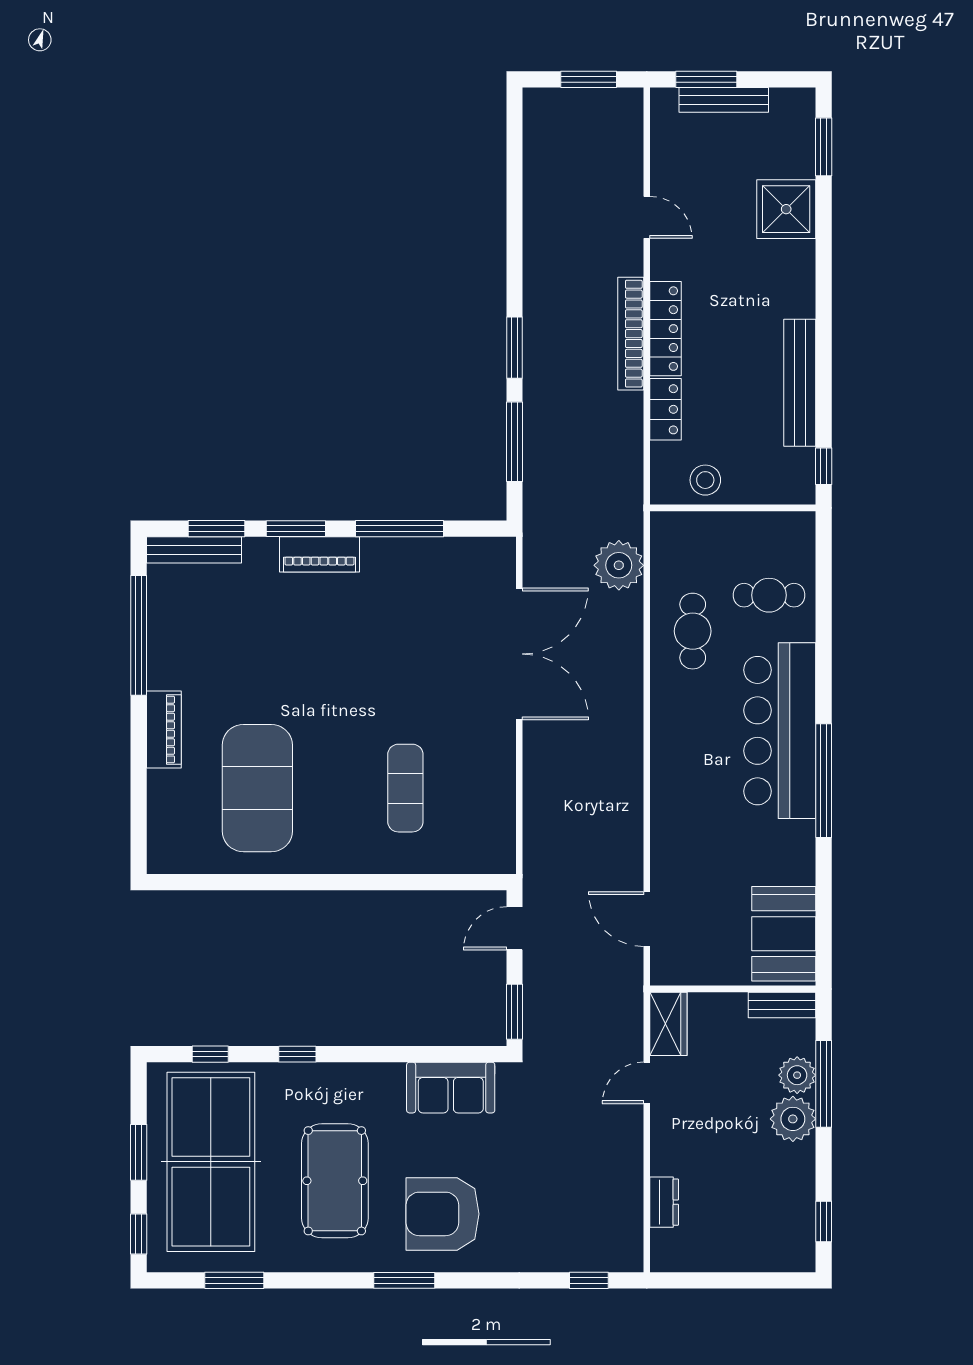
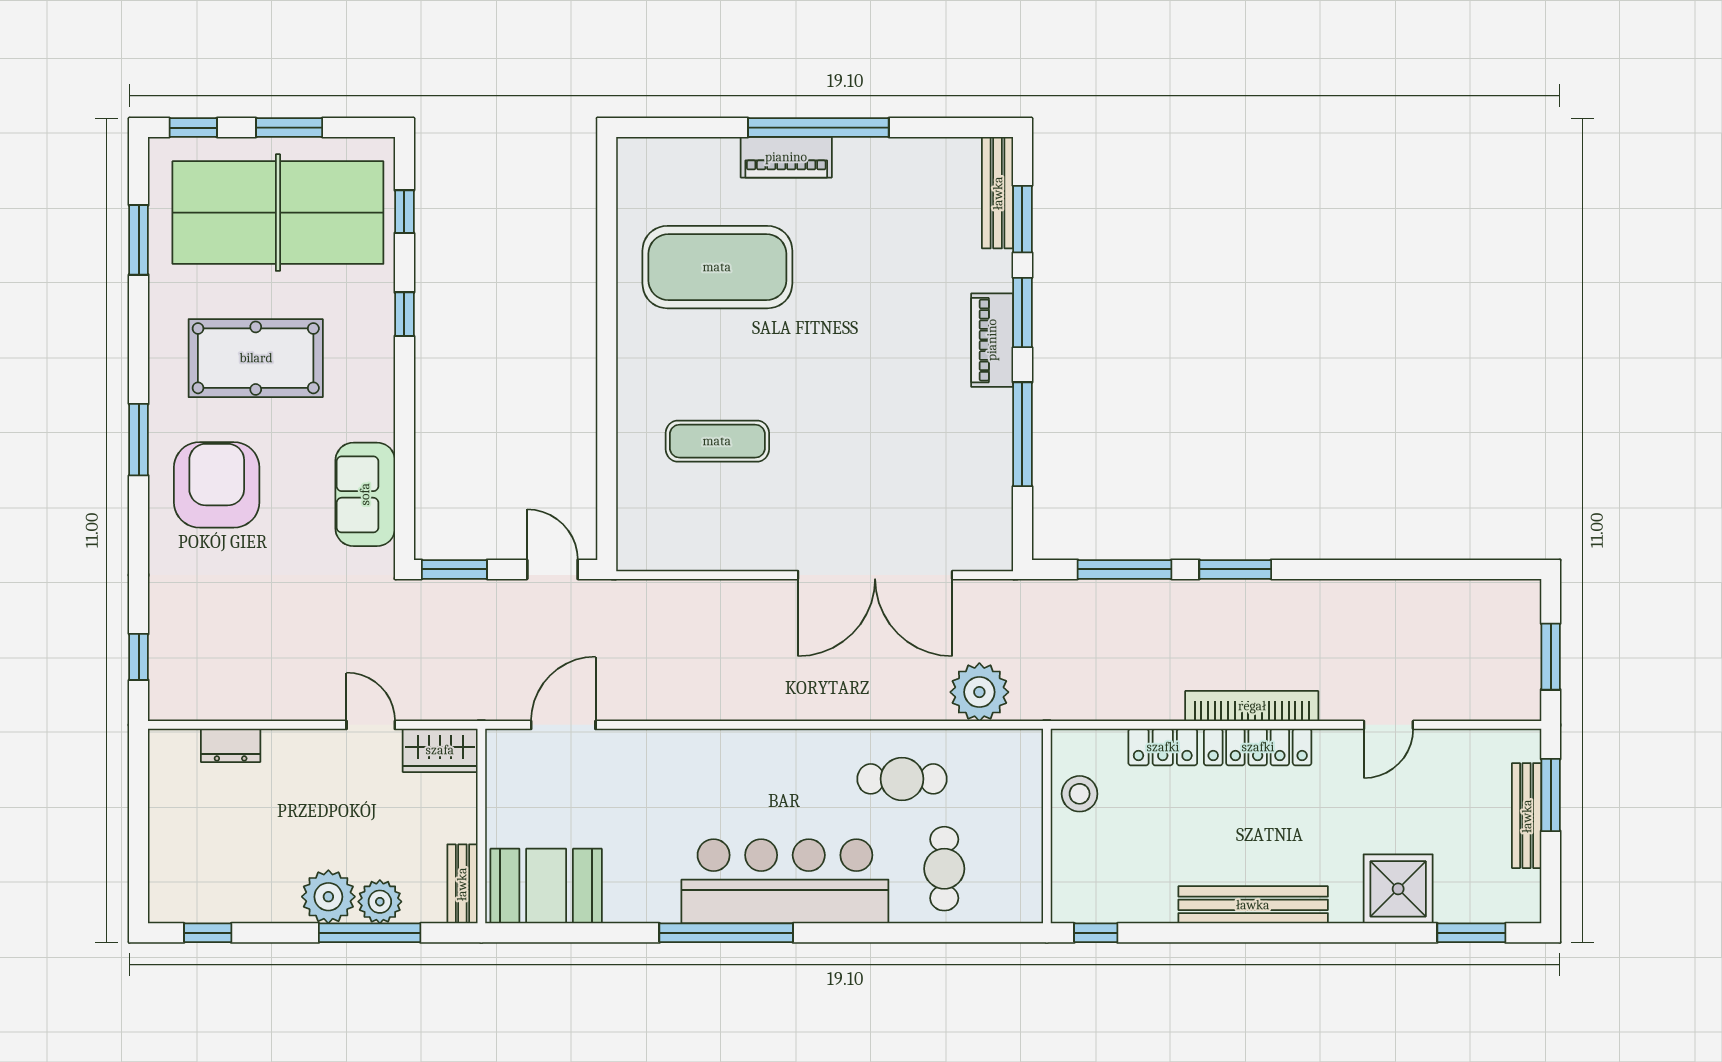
bench: (800, 383) -> (1253, 905), moved
window: (139, 635) -> (818, 128), moved

